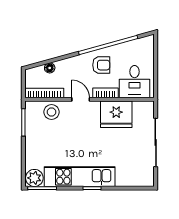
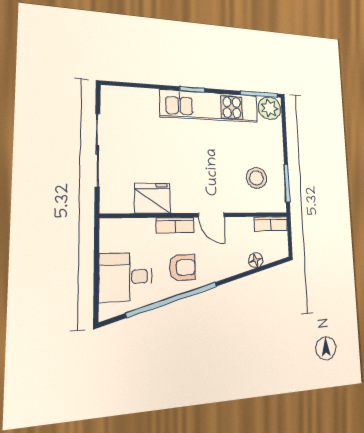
armchair: (101, 65) -> (182, 268), turned 180
desk: (135, 82) -> (125, 277), moved, turned -90
bookcase: (44, 93) -> (271, 224), width x0.64
stool: (52, 112) -> (256, 178), moved
fridge: (116, 114) -> (152, 198), width x0.73, depth x0.75

